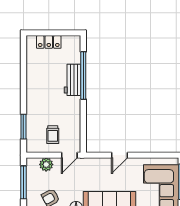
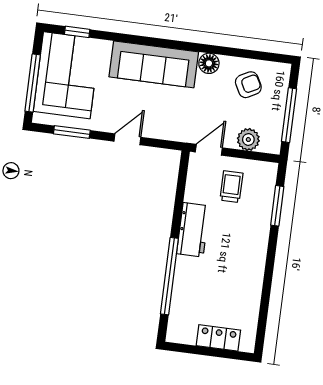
workbench: (73, 80) -> (193, 230), moved
window: (154, 155) -> (72, 132), added

